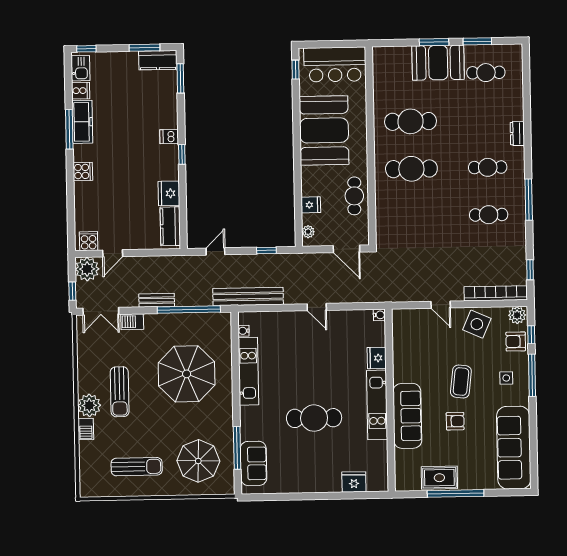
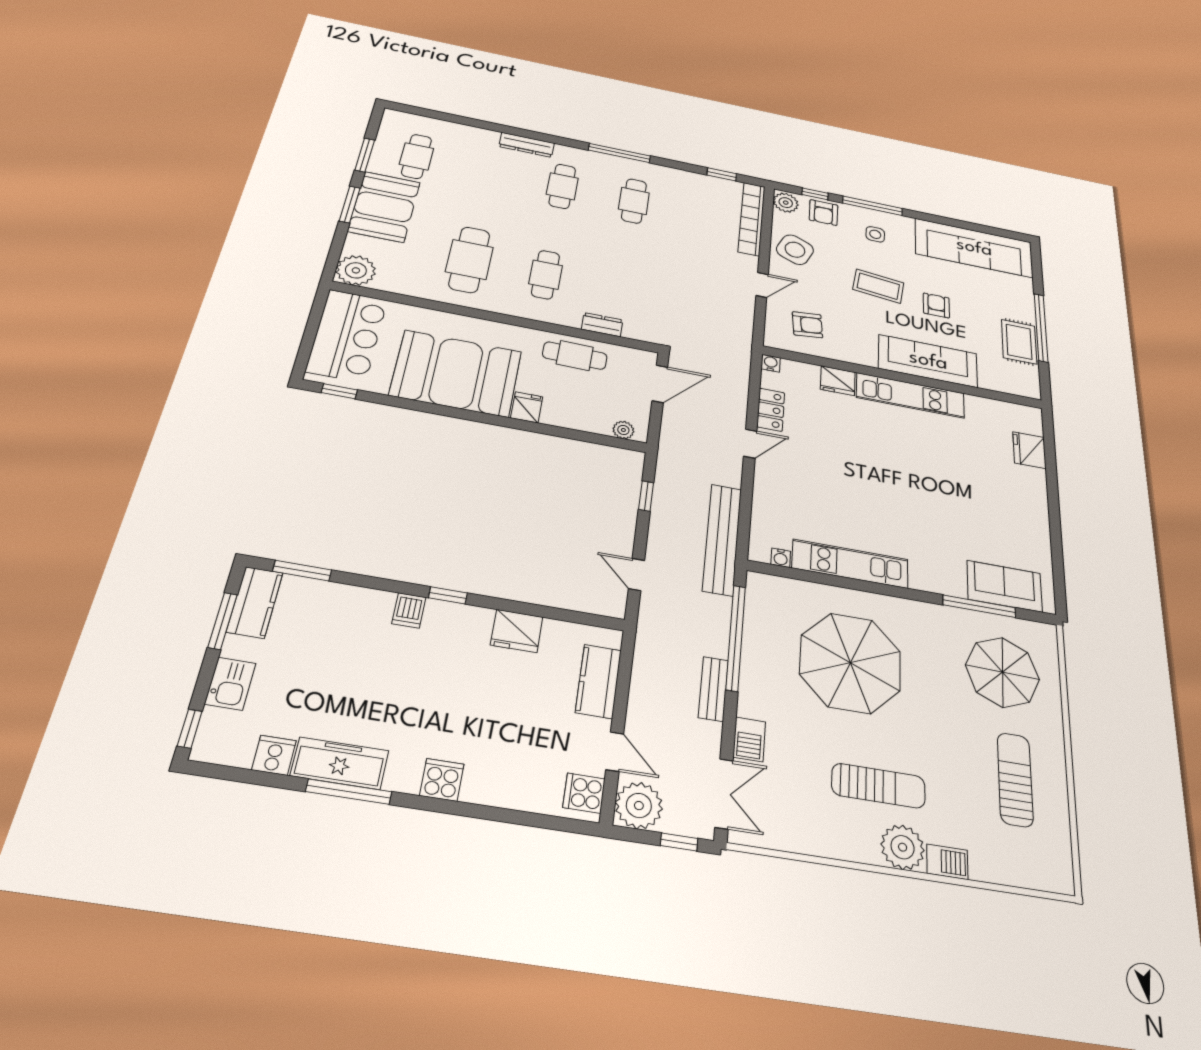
plant: (384, 58) -> (356, 270), added
kitchen sink: (80, 68) -> (230, 684), moved, turned 90
dresser: (517, 133) -> (527, 145), width x1.44
cafe table: (411, 169) -> (546, 275), width x0.73, depth x0.74
fridge: (311, 205) -> (527, 407), moved
dresser: (382, 209) -> (602, 325), added
kitchen counter: (170, 226) -> (598, 681), moved, turned 90
locker: (344, 318) -> (771, 410), added
armchair: (416, 336) -> (807, 325), added
cafe table: (314, 418) -> (930, 484), removed

